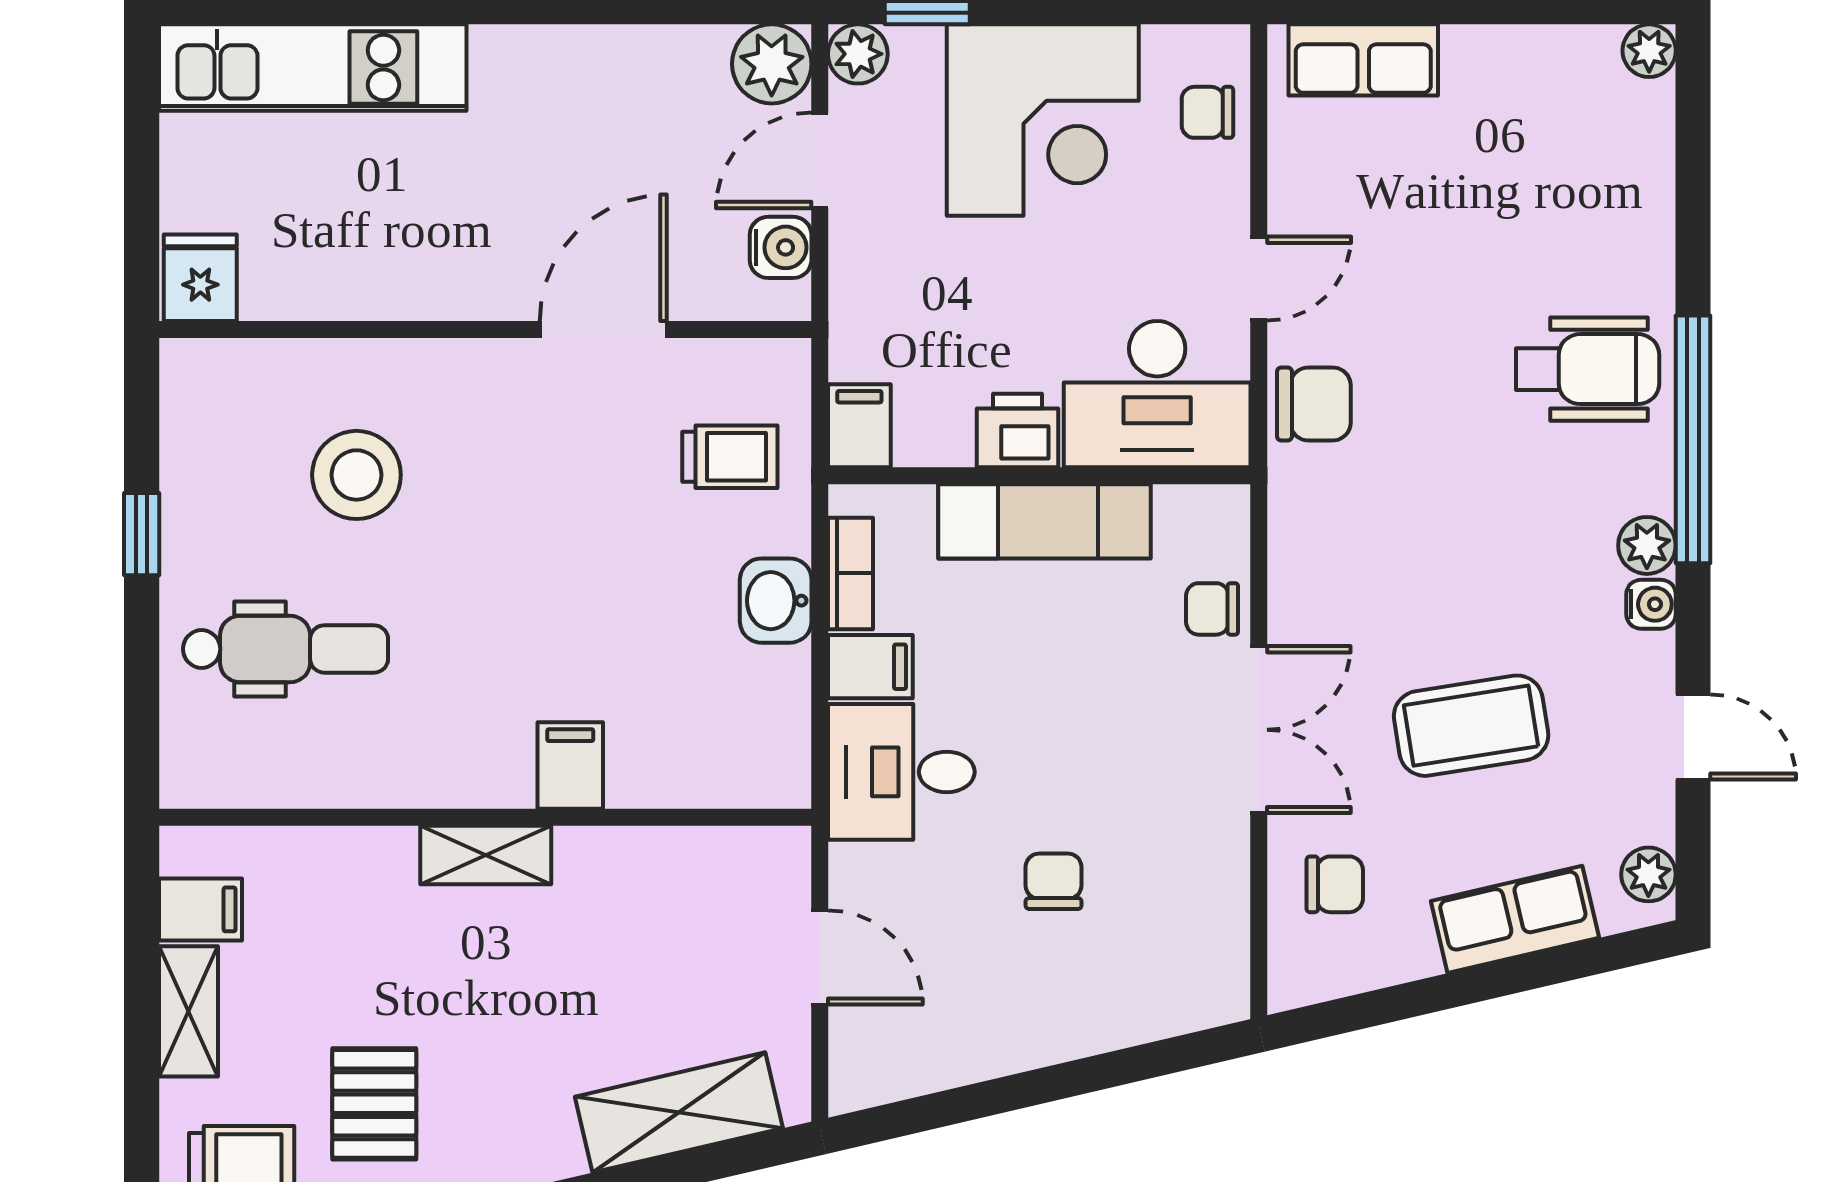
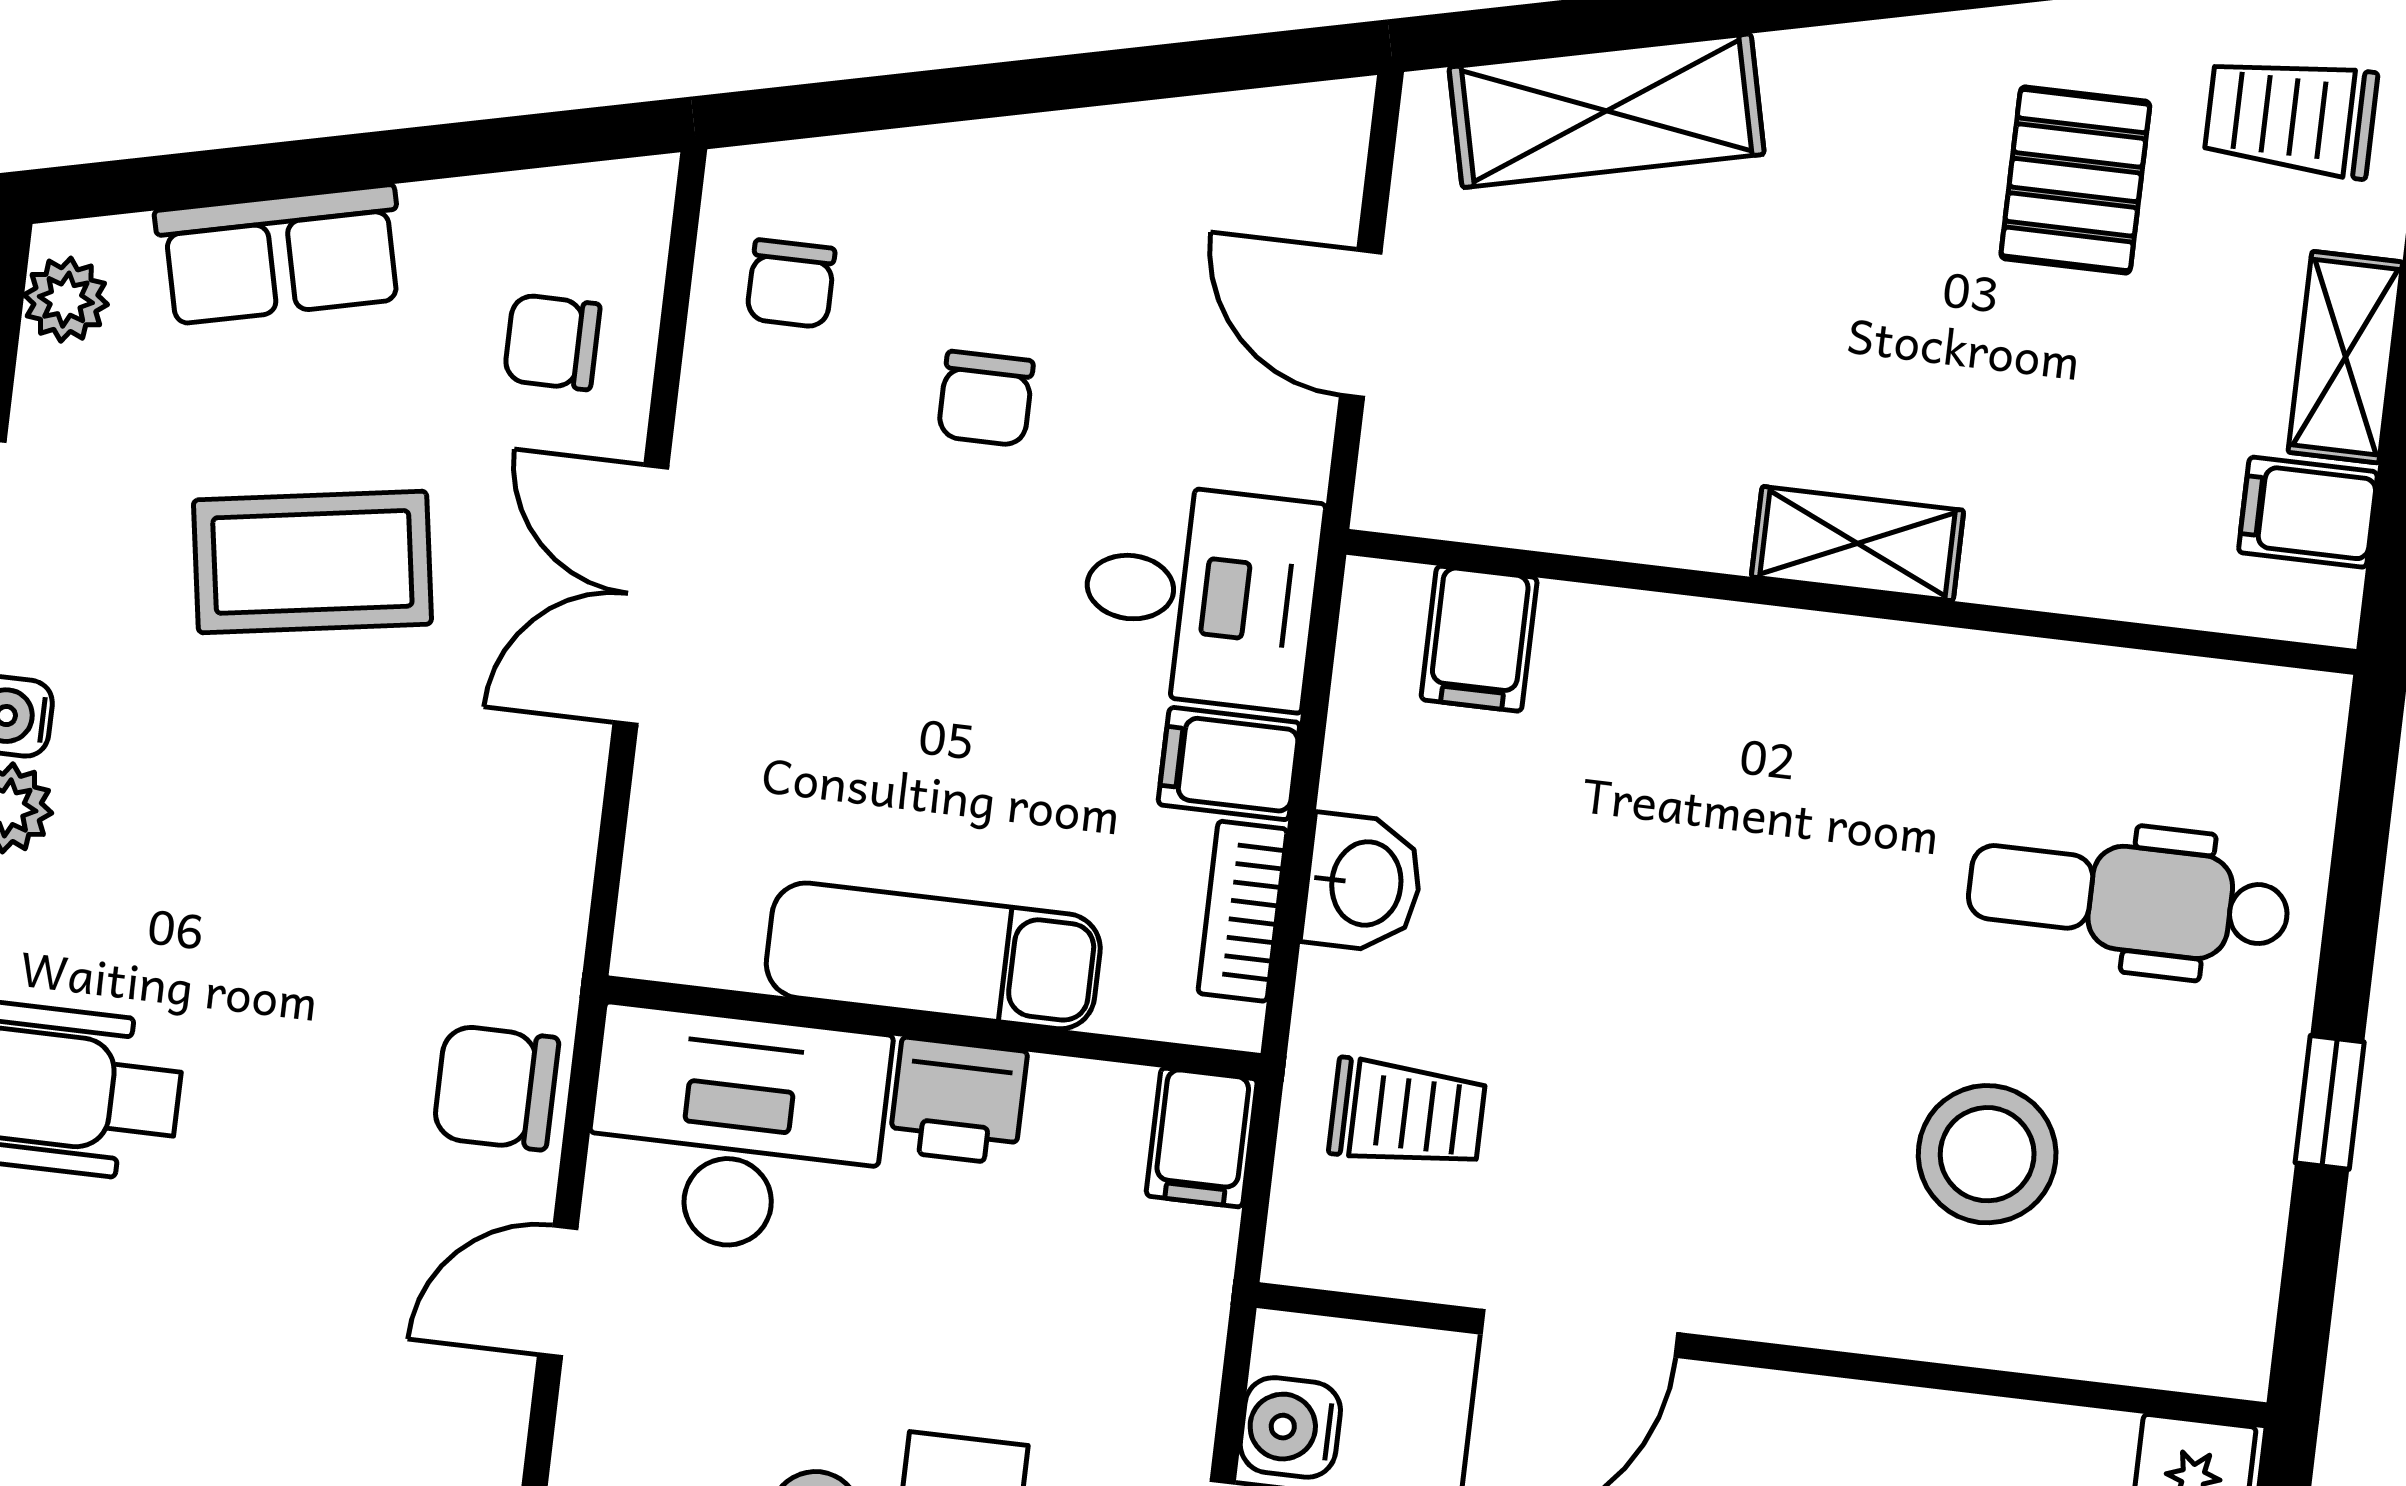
trolley: (730, 457) -> (1407, 1114), turned 180
chair: (1212, 609) -> (791, 284), moved, turned 90
filing cabinet: (570, 766) -> (1479, 639), moved

